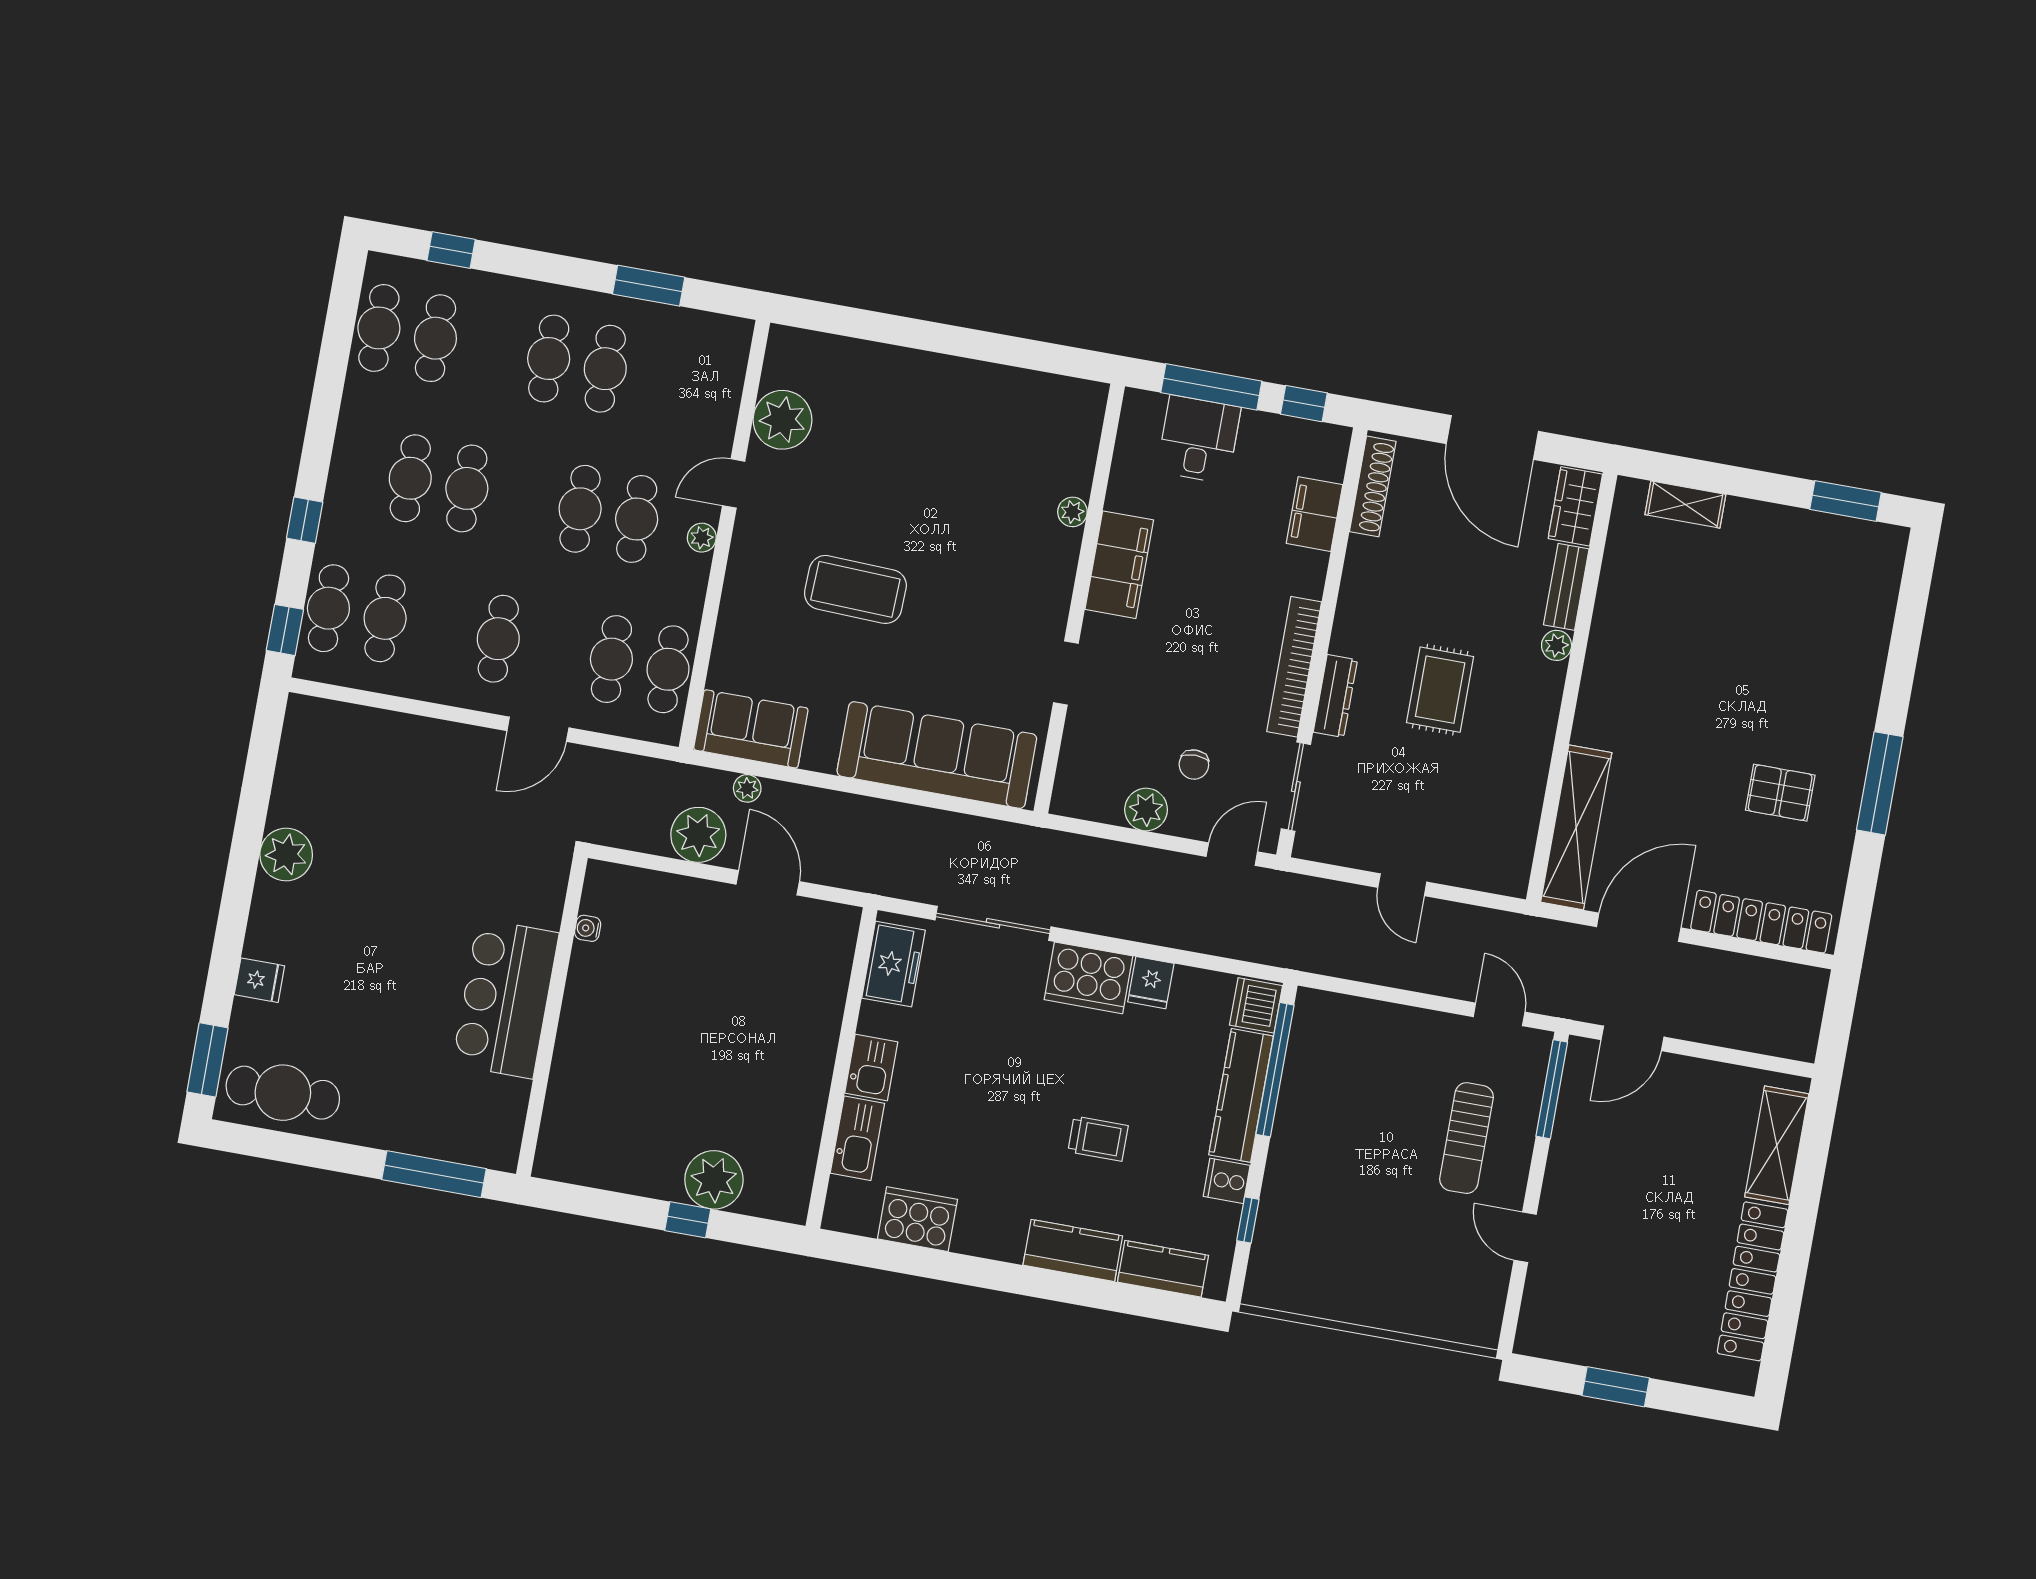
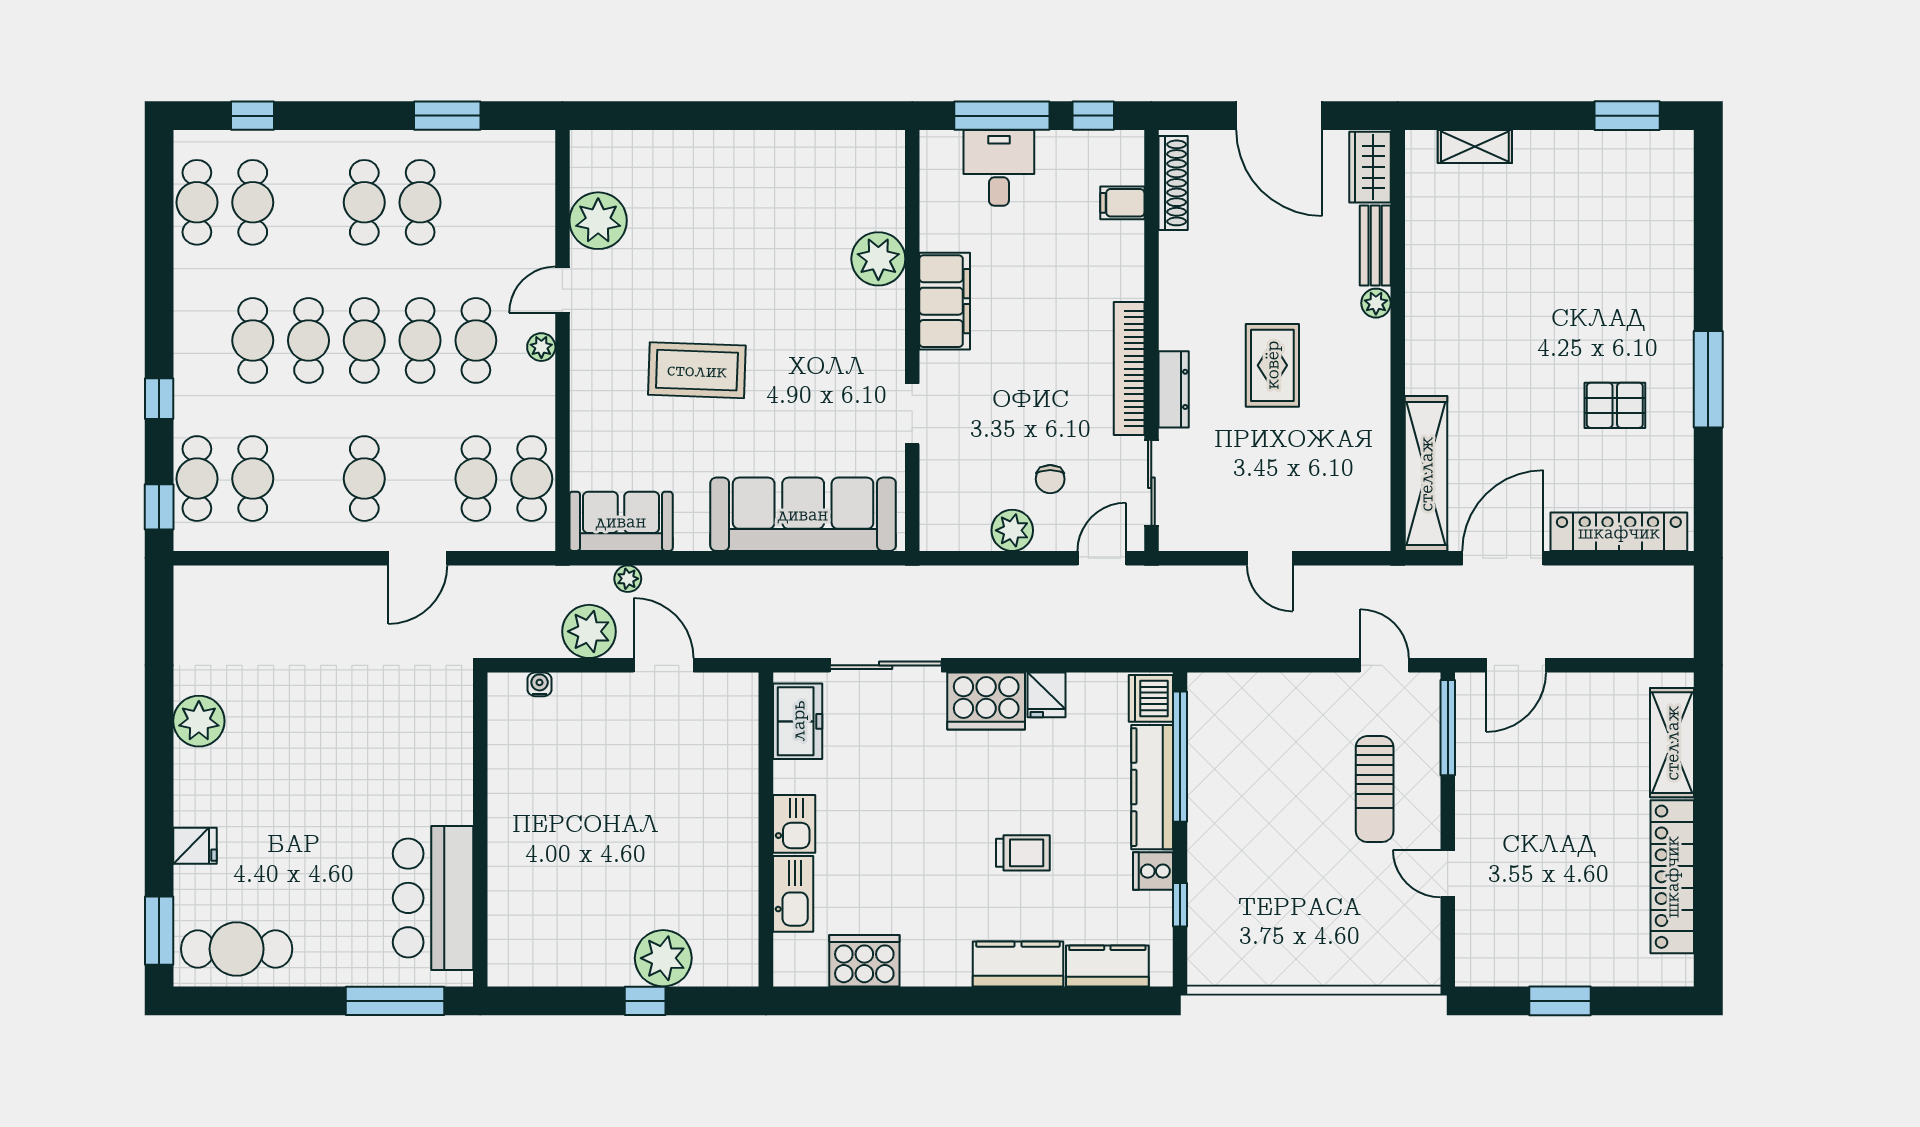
cafe table: (523, 499) -> (364, 340), added
plant: (1072, 512) -> (878, 259), width x1.88, depth x1.88
filing cabinet: (1314, 514) -> (1122, 203), width x0.50
water cooler: (588, 928) -> (540, 684), moved, turned 90
bar counter: (505, 999) -> (433, 898), moved

